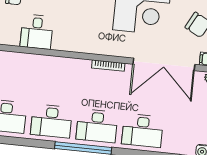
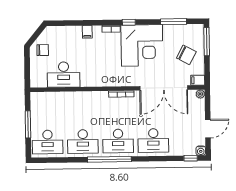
desk: (37, 32) -> (64, 75), width x1.37

